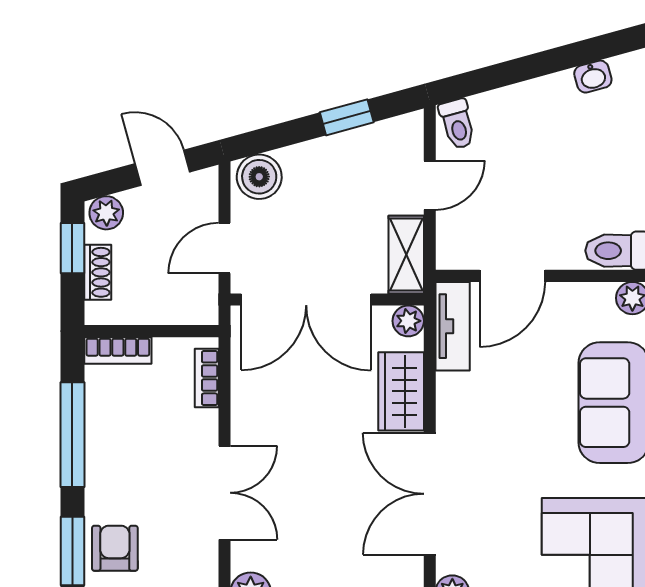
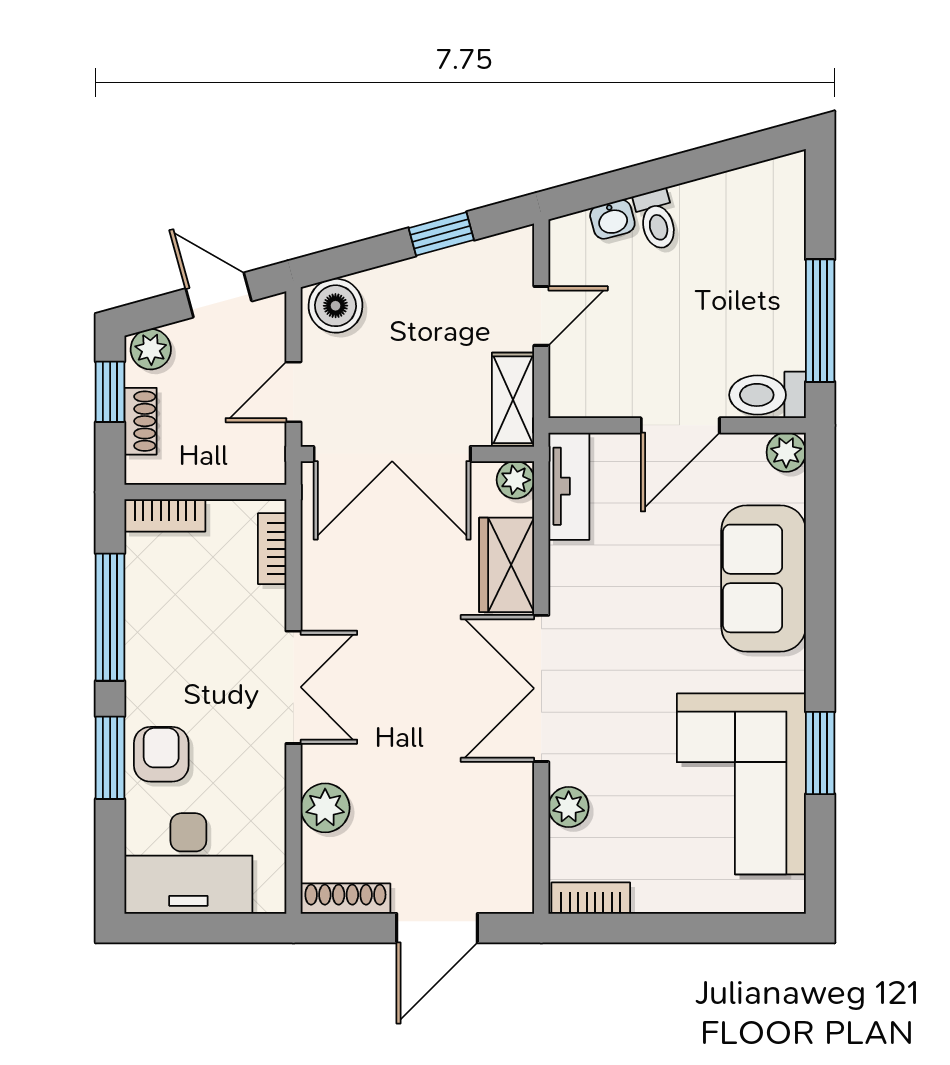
washbasin: (593, 77) -> (612, 219), moved
toilet: (457, 124) -> (656, 220), moved
door: (512, 276) -> (680, 425), moved

